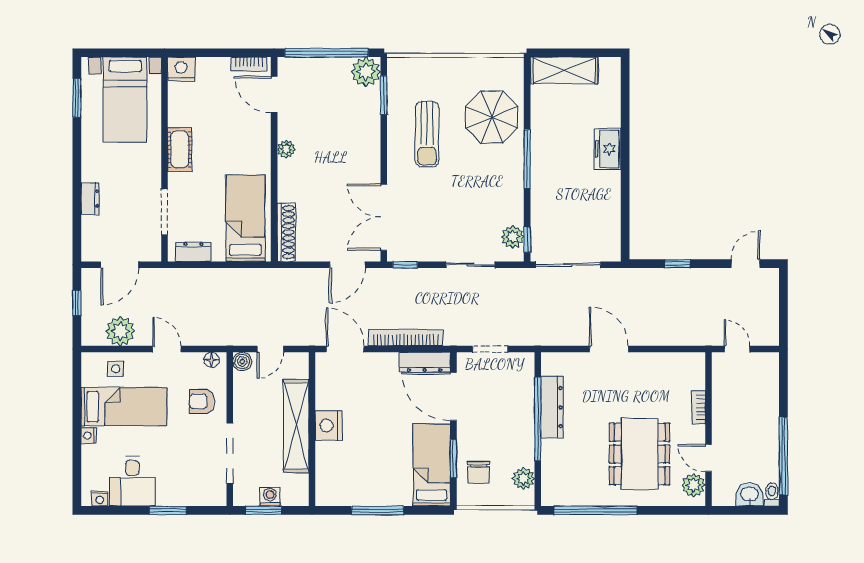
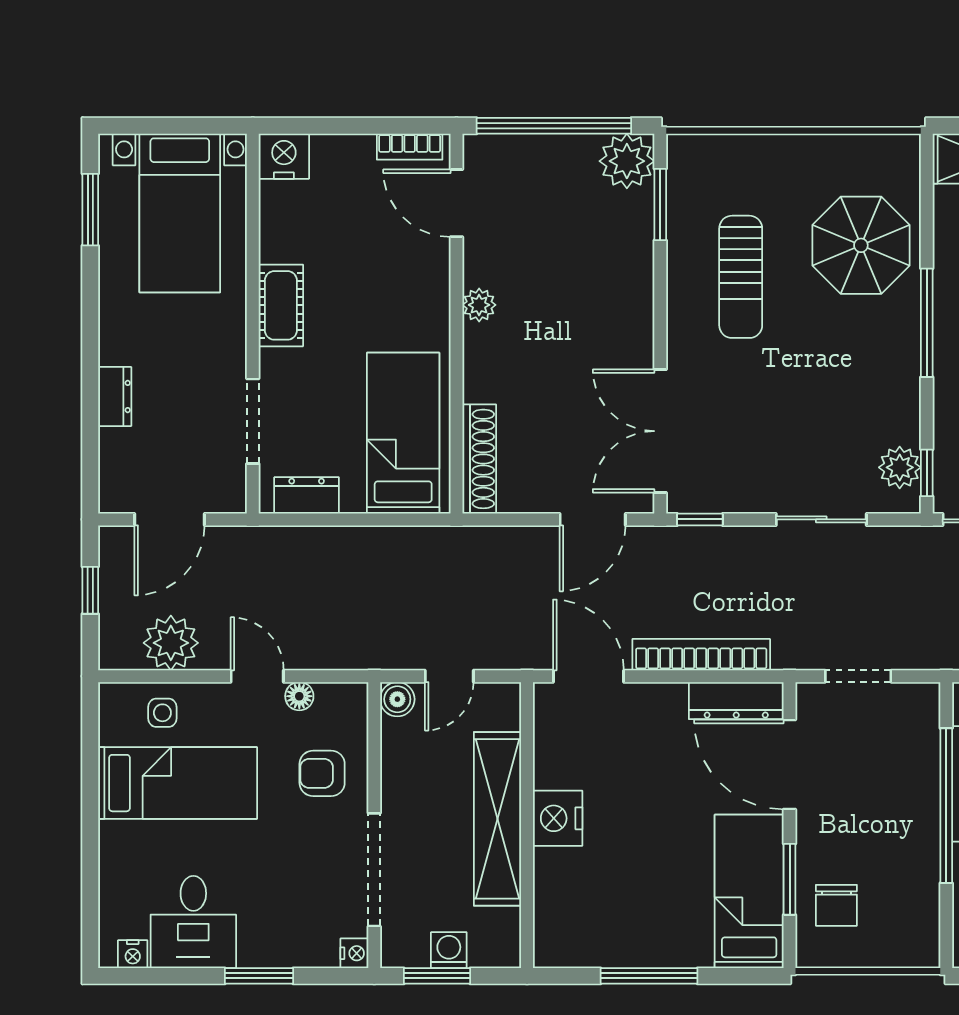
floor lamp: (211, 360) -> (299, 696), moved
nightstand: (89, 435) -> (354, 953), moved, turned 180
plant: (524, 479) -> (920, 917), removed

